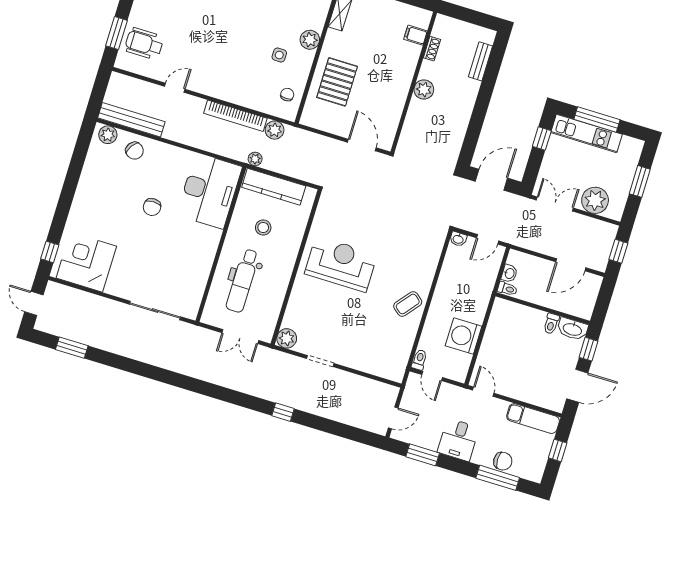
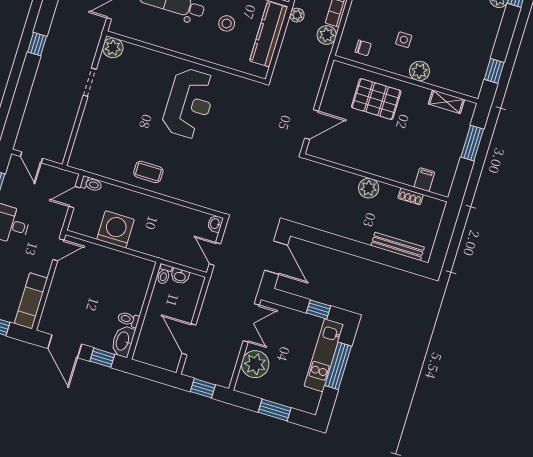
bench: (481, 61) -> (398, 246), width x1.36
coffee table: (408, 304) -> (148, 172), turned -39

